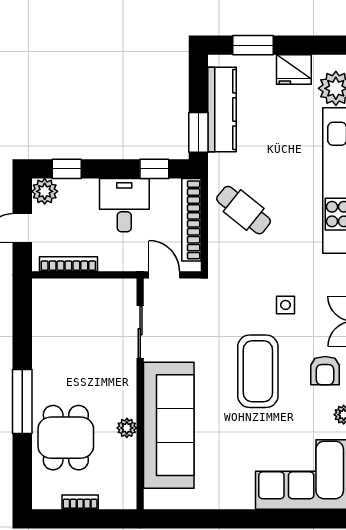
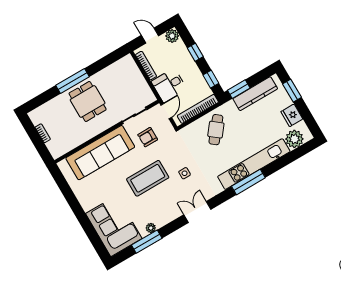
window: (67, 169) -> (195, 52), moved
desk: (124, 205) -> (169, 85), moved, turned 180
armchair: (325, 371) -> (148, 137), moved
plant: (127, 428) -> (88, 135), removed
dining table: (66, 438) -> (88, 101), moved, turned 90

